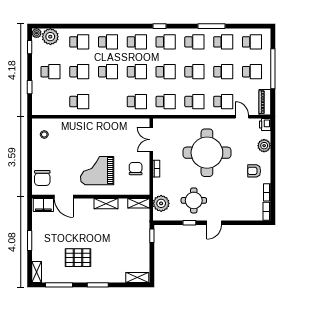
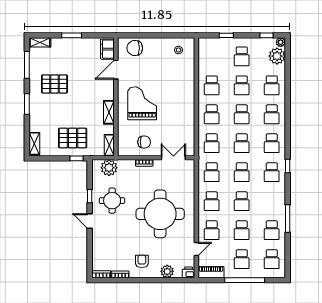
school desk: (194, 42) -> (212, 114), moved
pallet: (132, 240) -> (73, 138), added
pallet: (78, 258) -> (55, 84), turned 90

